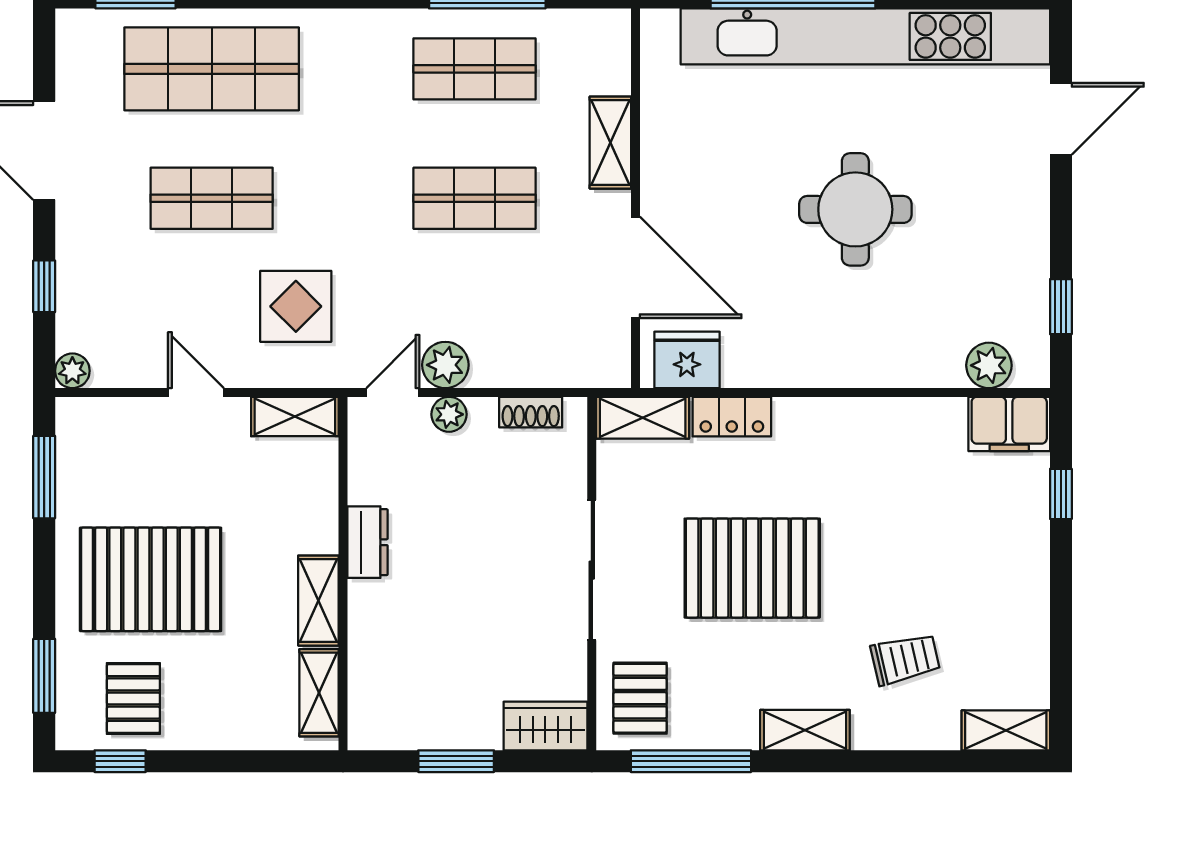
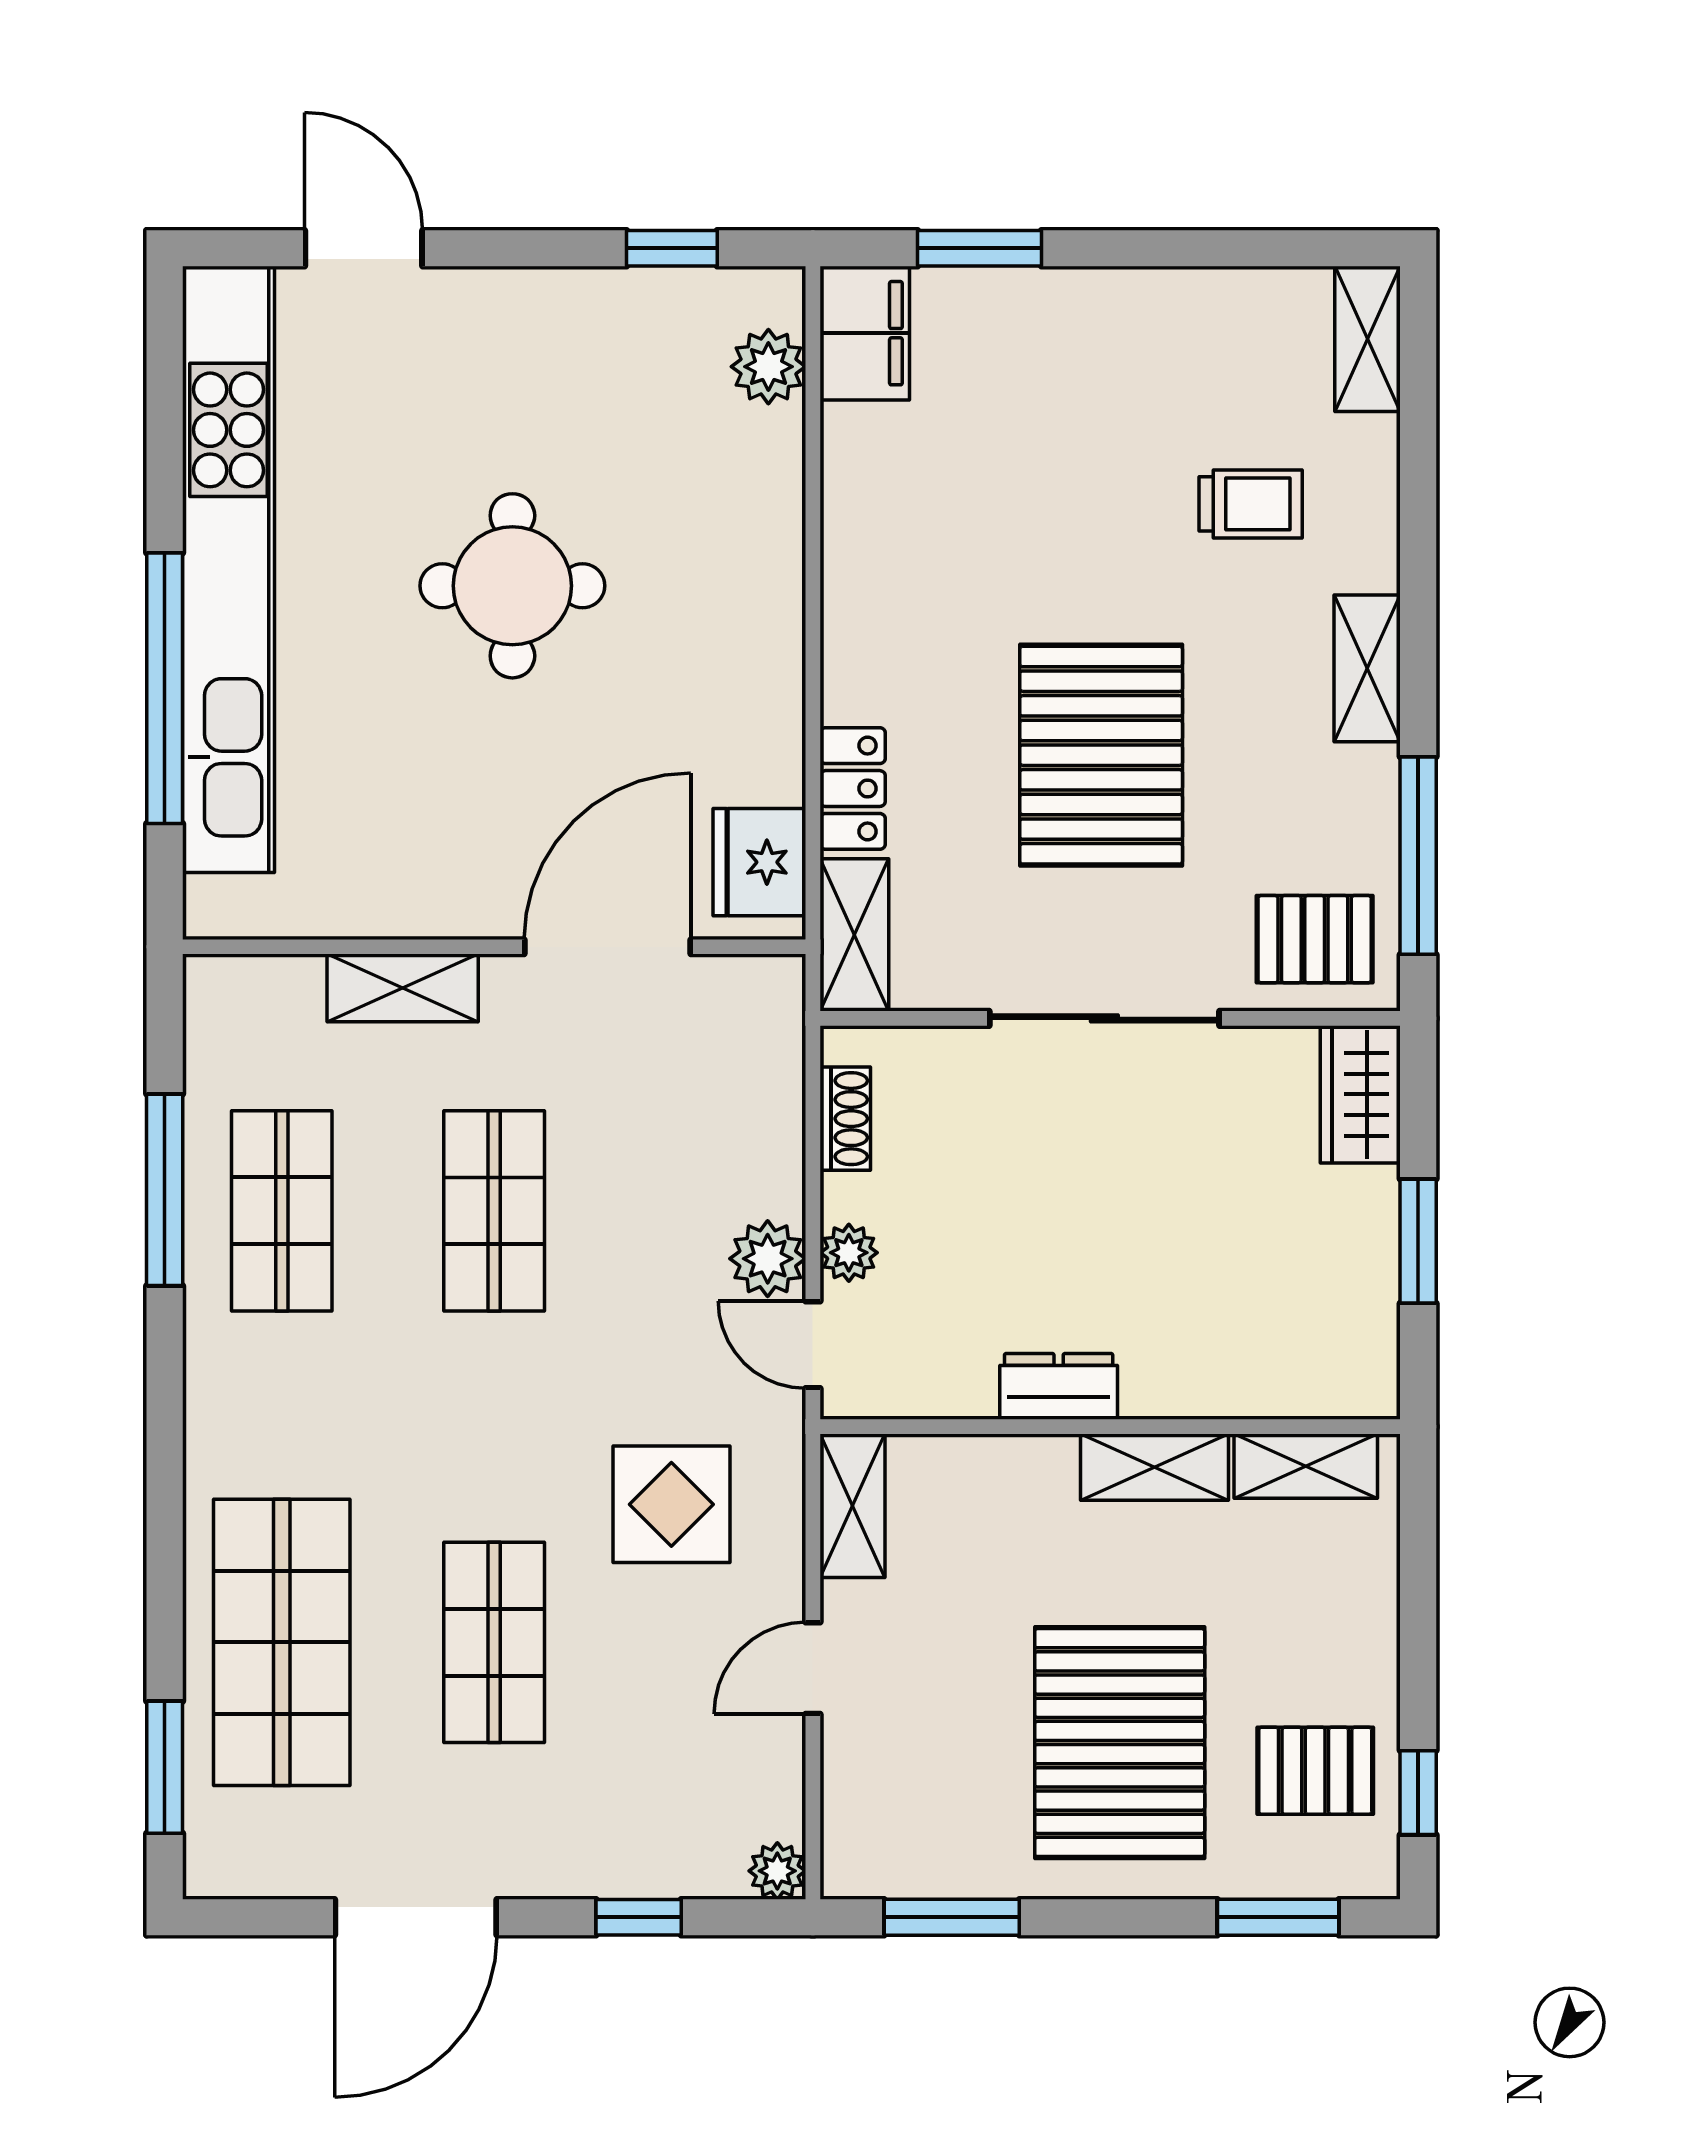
window: (1061, 494) -> (979, 248), width x1.50
trolley: (905, 659) -> (1251, 504), turned 103

